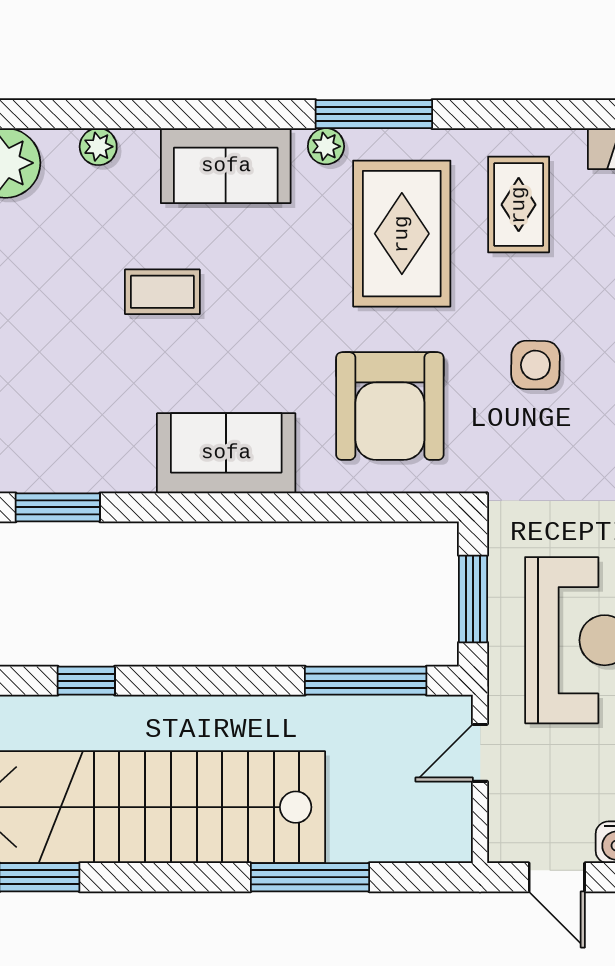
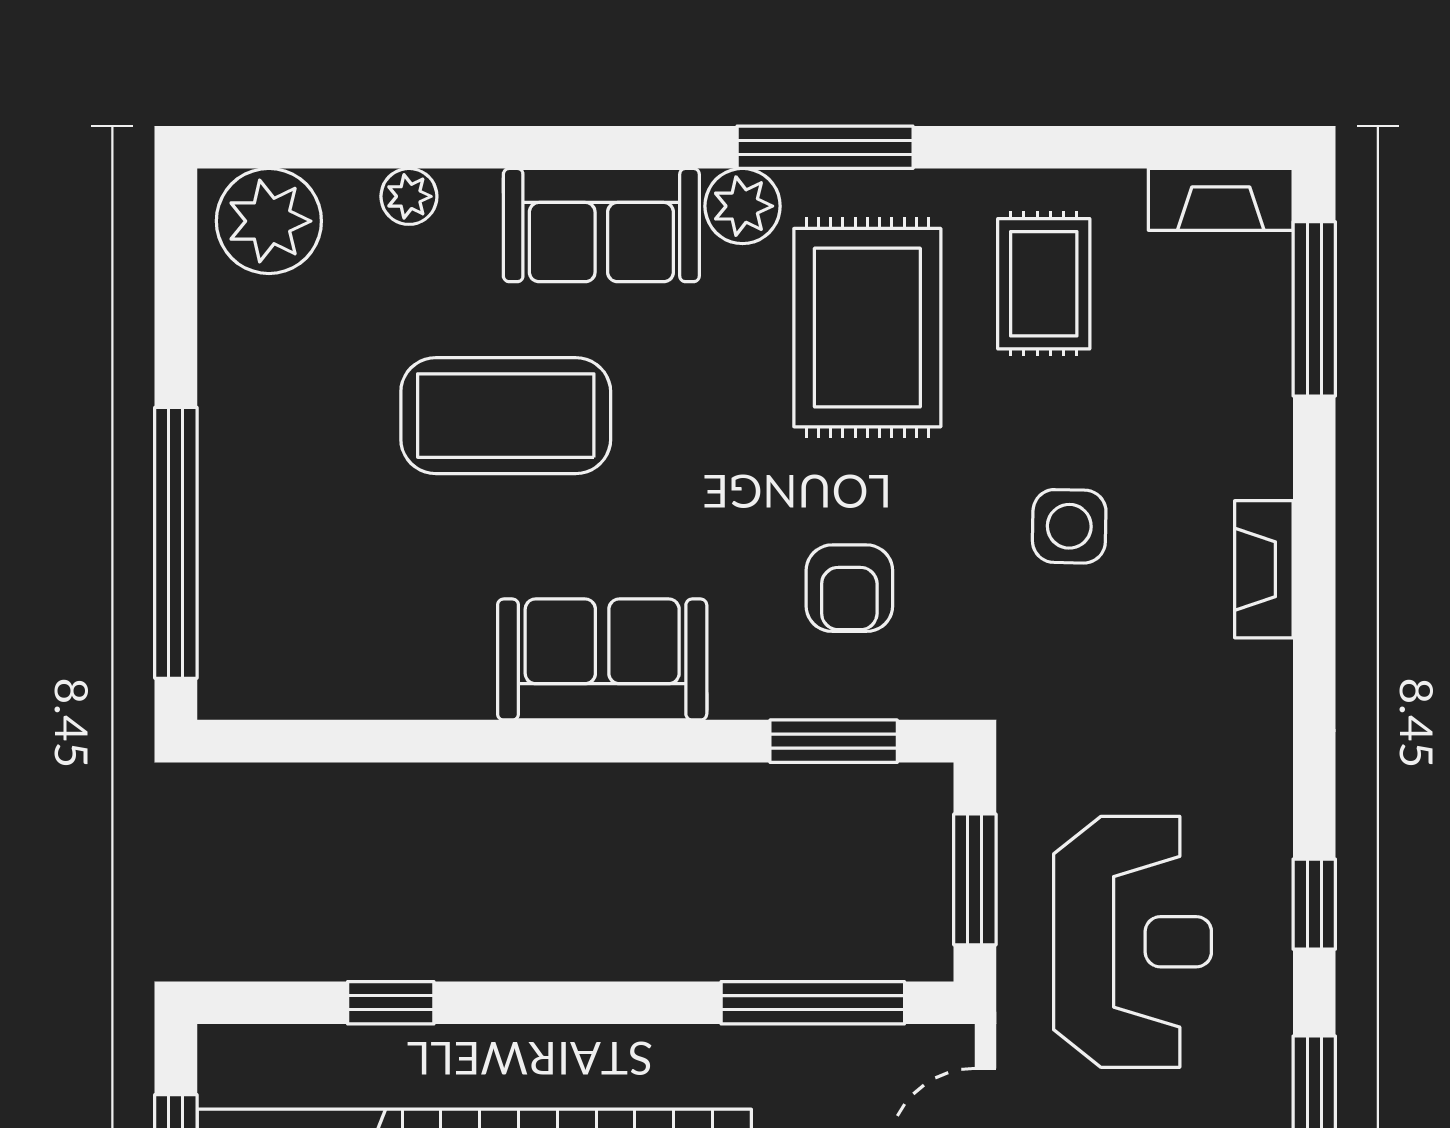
plant: (326, 146) -> (743, 206), width x1.38, depth x1.38
coffee table: (162, 292) -> (506, 416), width x1.86, depth x1.72
armchair: (390, 406) -> (849, 588), width x0.53, depth x0.53
window: (58, 507) -> (834, 741), moved

